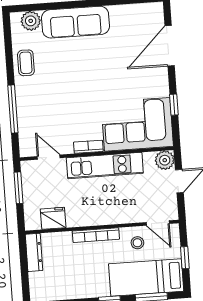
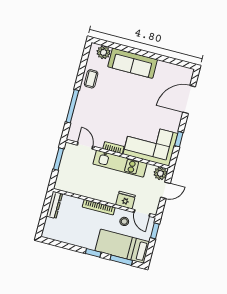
fridge: (53, 218) -> (126, 200), moved
window: (185, 258) -> (155, 231), moved

